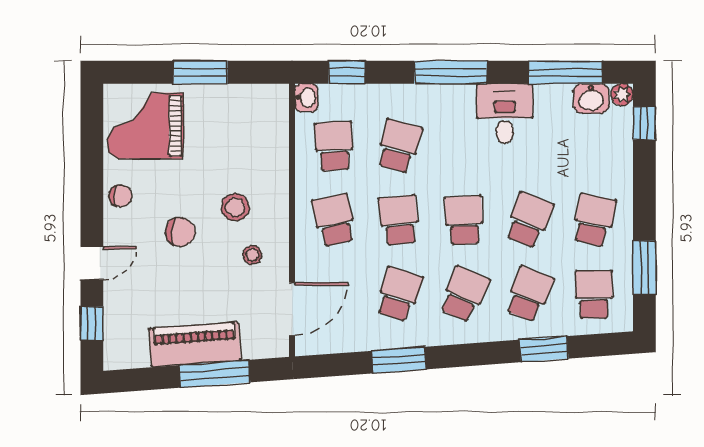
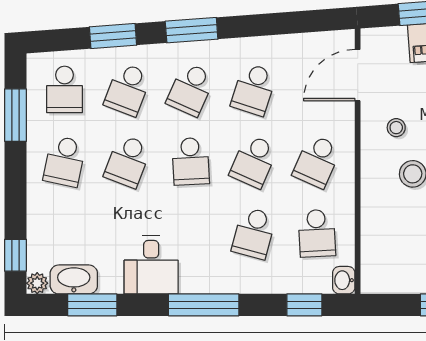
window: (565, 72) -> (92, 305), width x0.69
washbasin: (591, 98) -> (74, 279), width x1.38
school desk: (334, 220) -> (317, 161), turned 36
school desk: (399, 220) -> (254, 161), turned 30
window: (399, 360) -> (192, 30), moved

